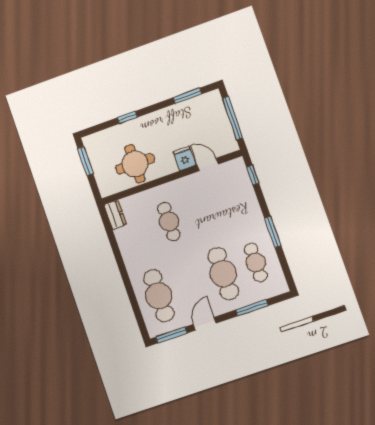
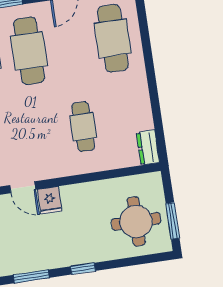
window: (127, 117) -> (83, 269), moved
round table: (135, 164) -> (136, 221), moved

